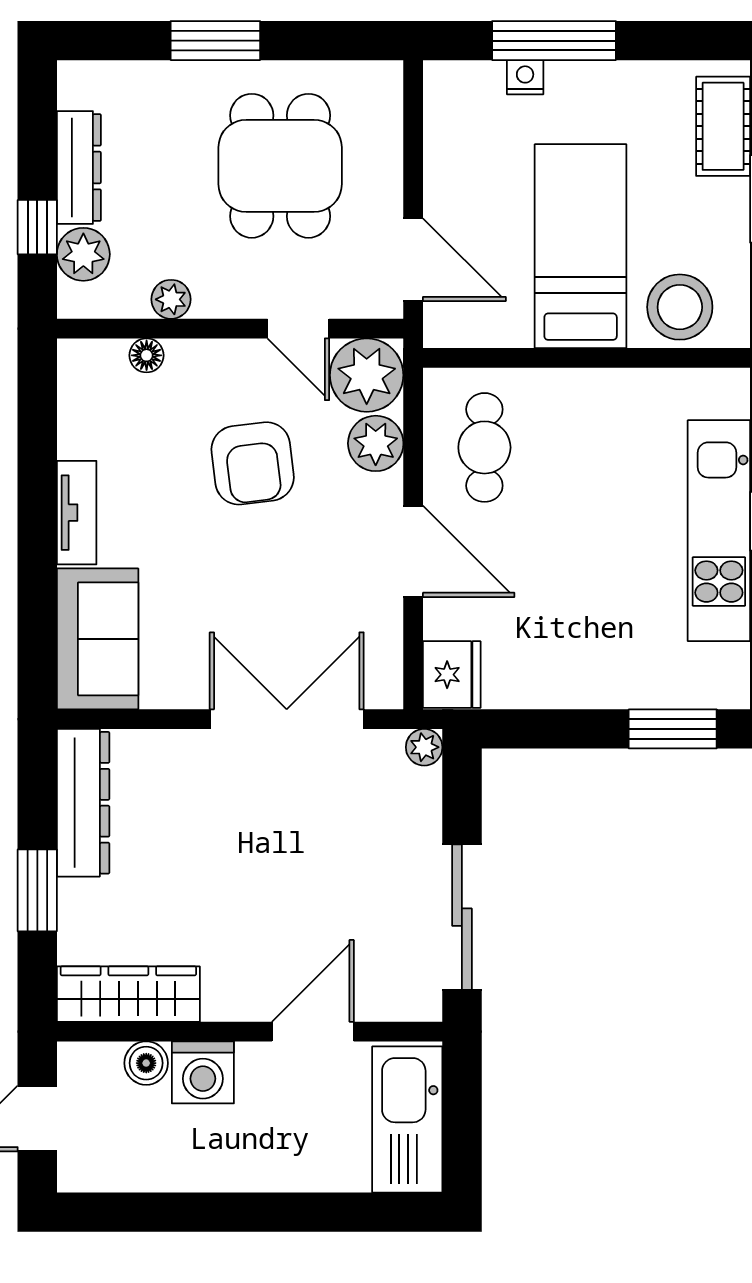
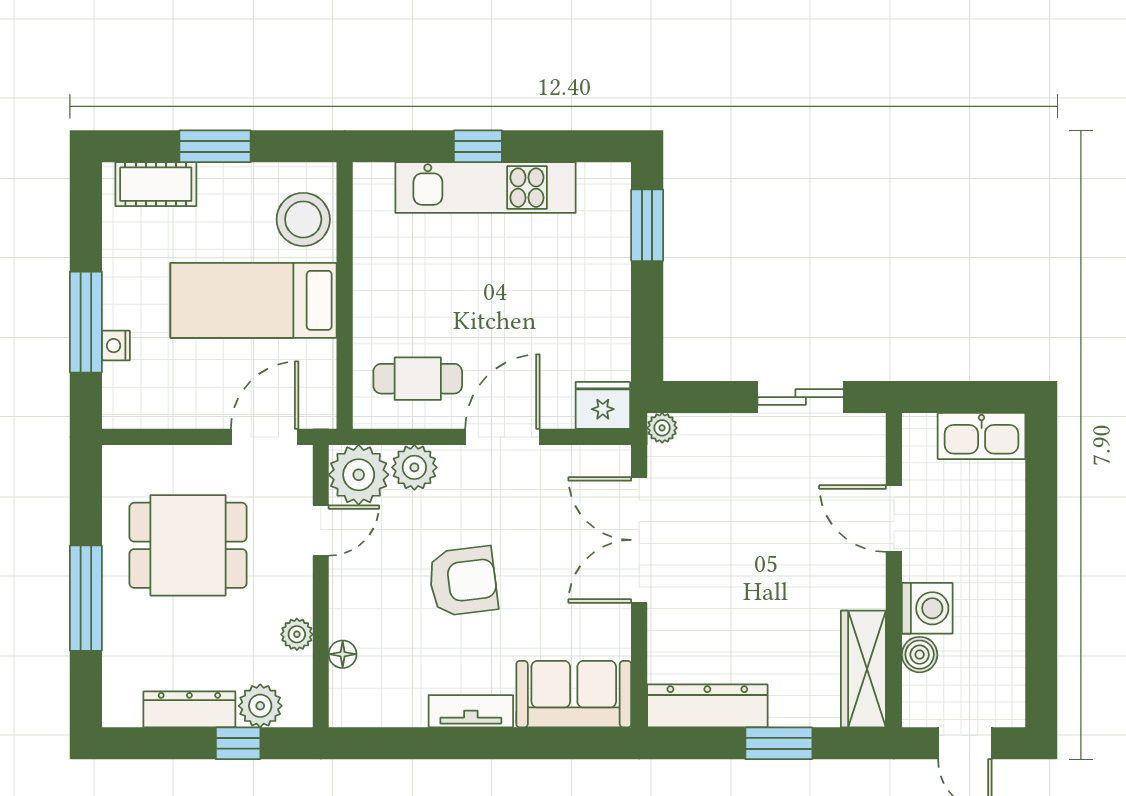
window: (215, 41) -> (86, 598), width x1.44
armchair: (253, 463) -> (463, 581), moved
sliding door: (462, 917) -> (801, 397), width x0.73
kitchen sink: (407, 1119) -> (982, 436), width x0.73, depth x0.81

